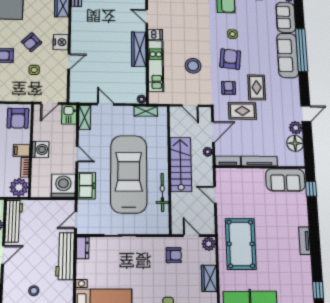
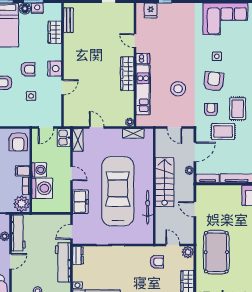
armchair: (32, 42) -> (28, 69), turned -136
washing machine: (63, 186) -> (42, 188), moved, turned 90

